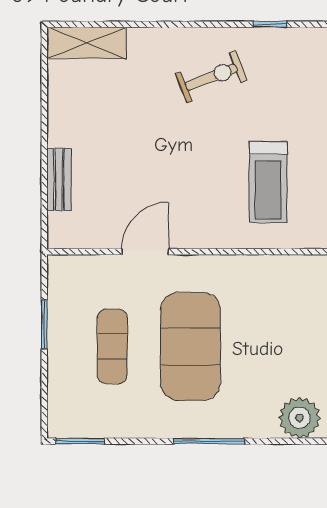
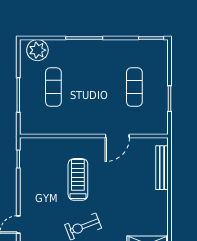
bench: (59, 179) -> (162, 168), width x1.36
treadmill: (268, 182) -> (78, 179), moved
exercise mat: (190, 346) -> (53, 87), moved, width x0.50, depth x0.69

